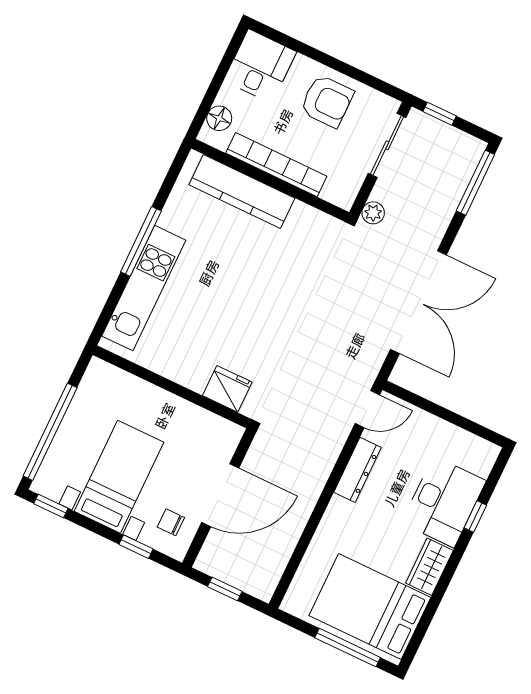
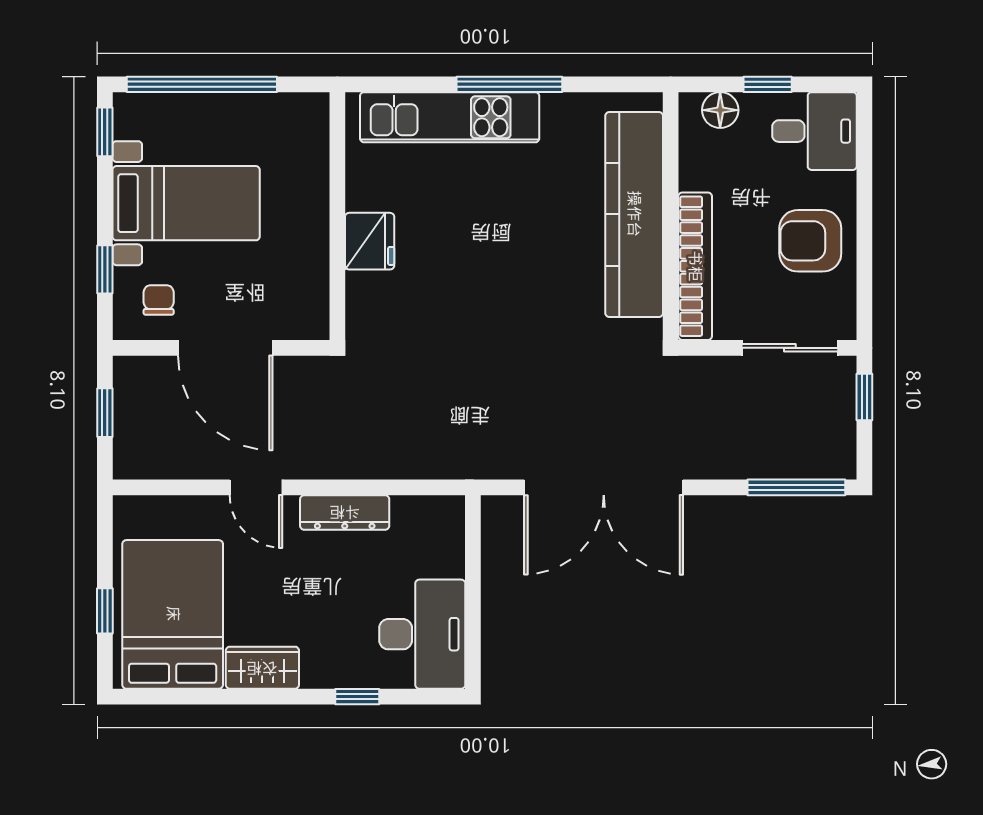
window: (217, 81) -> (768, 84), added
armchair: (327, 101) -> (810, 241), turned 90
bookcase: (276, 165) -> (695, 266), moved
kitchen counter: (242, 191) -> (634, 214), width x1.39, depth x1.17
plant: (373, 213) -> (692, 372), removed
fridge: (227, 389) -> (370, 241), moved
door: (367, 409) -> (256, 487), moved
desk: (444, 502) -> (422, 634), moved, turned -90
window: (348, 648) -> (105, 611), width x0.46

